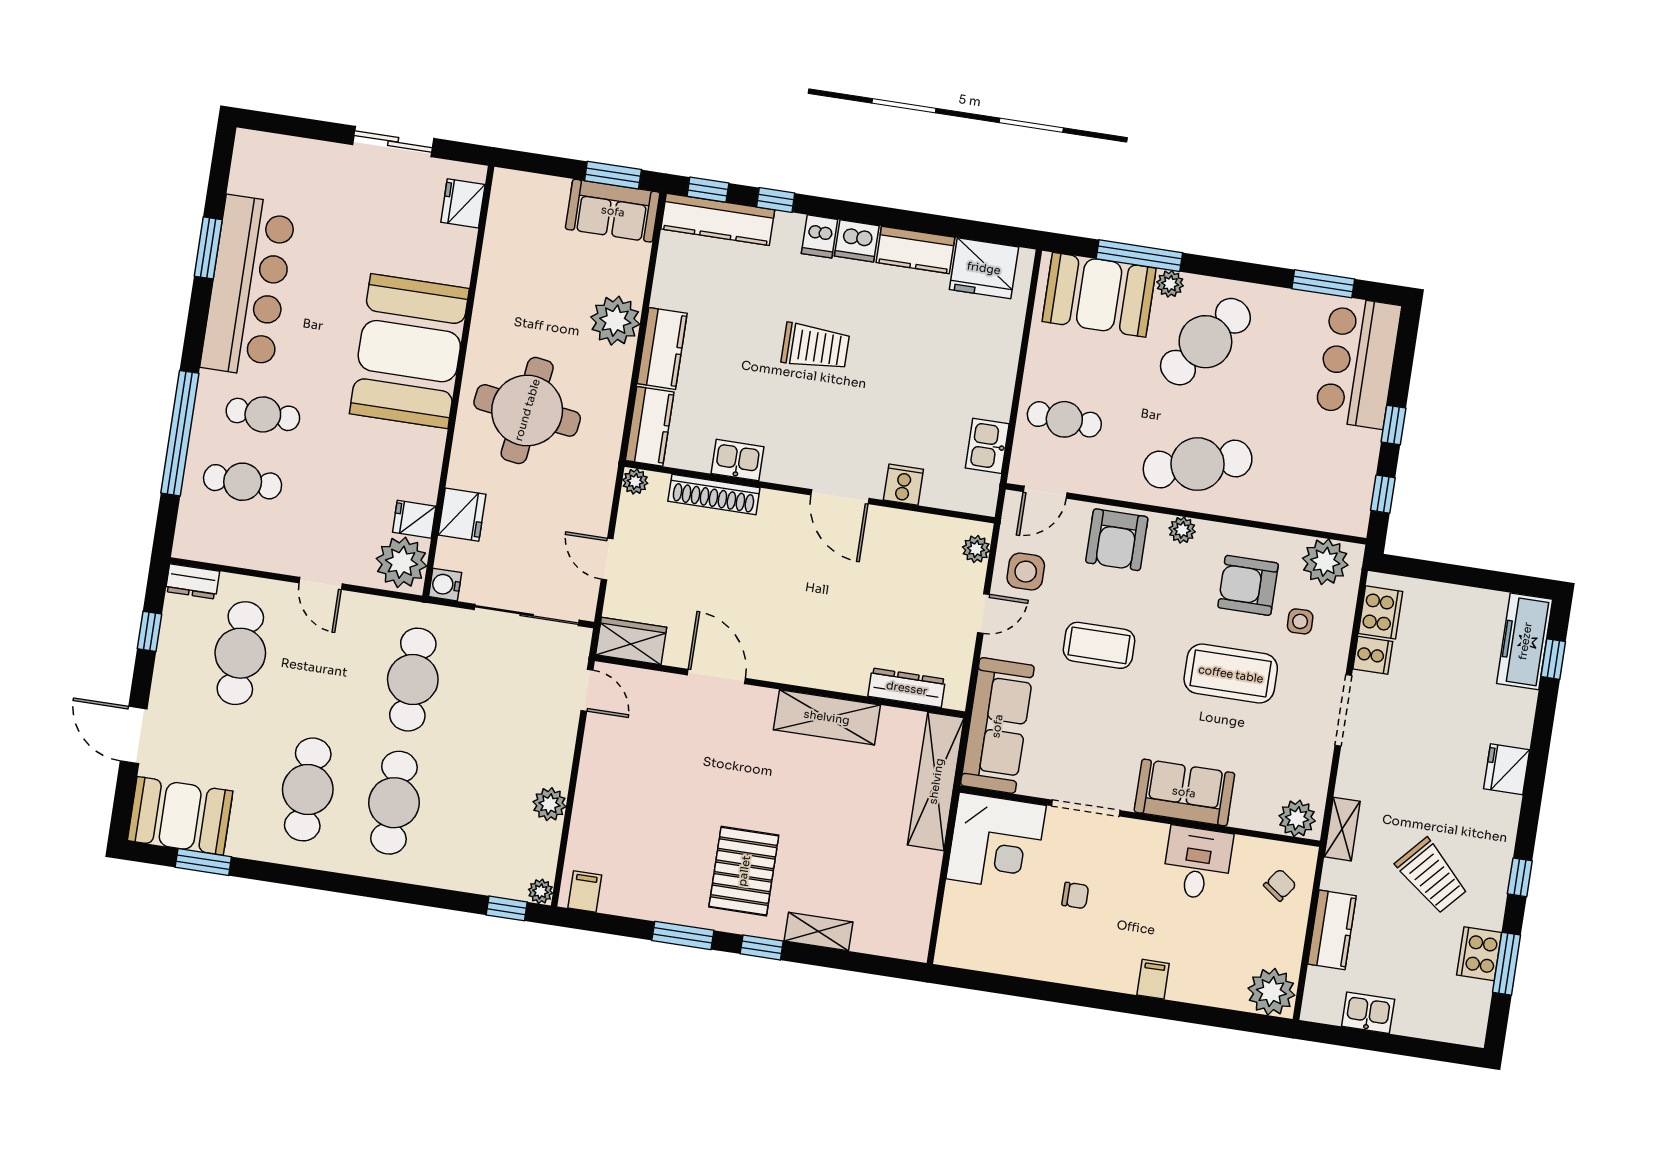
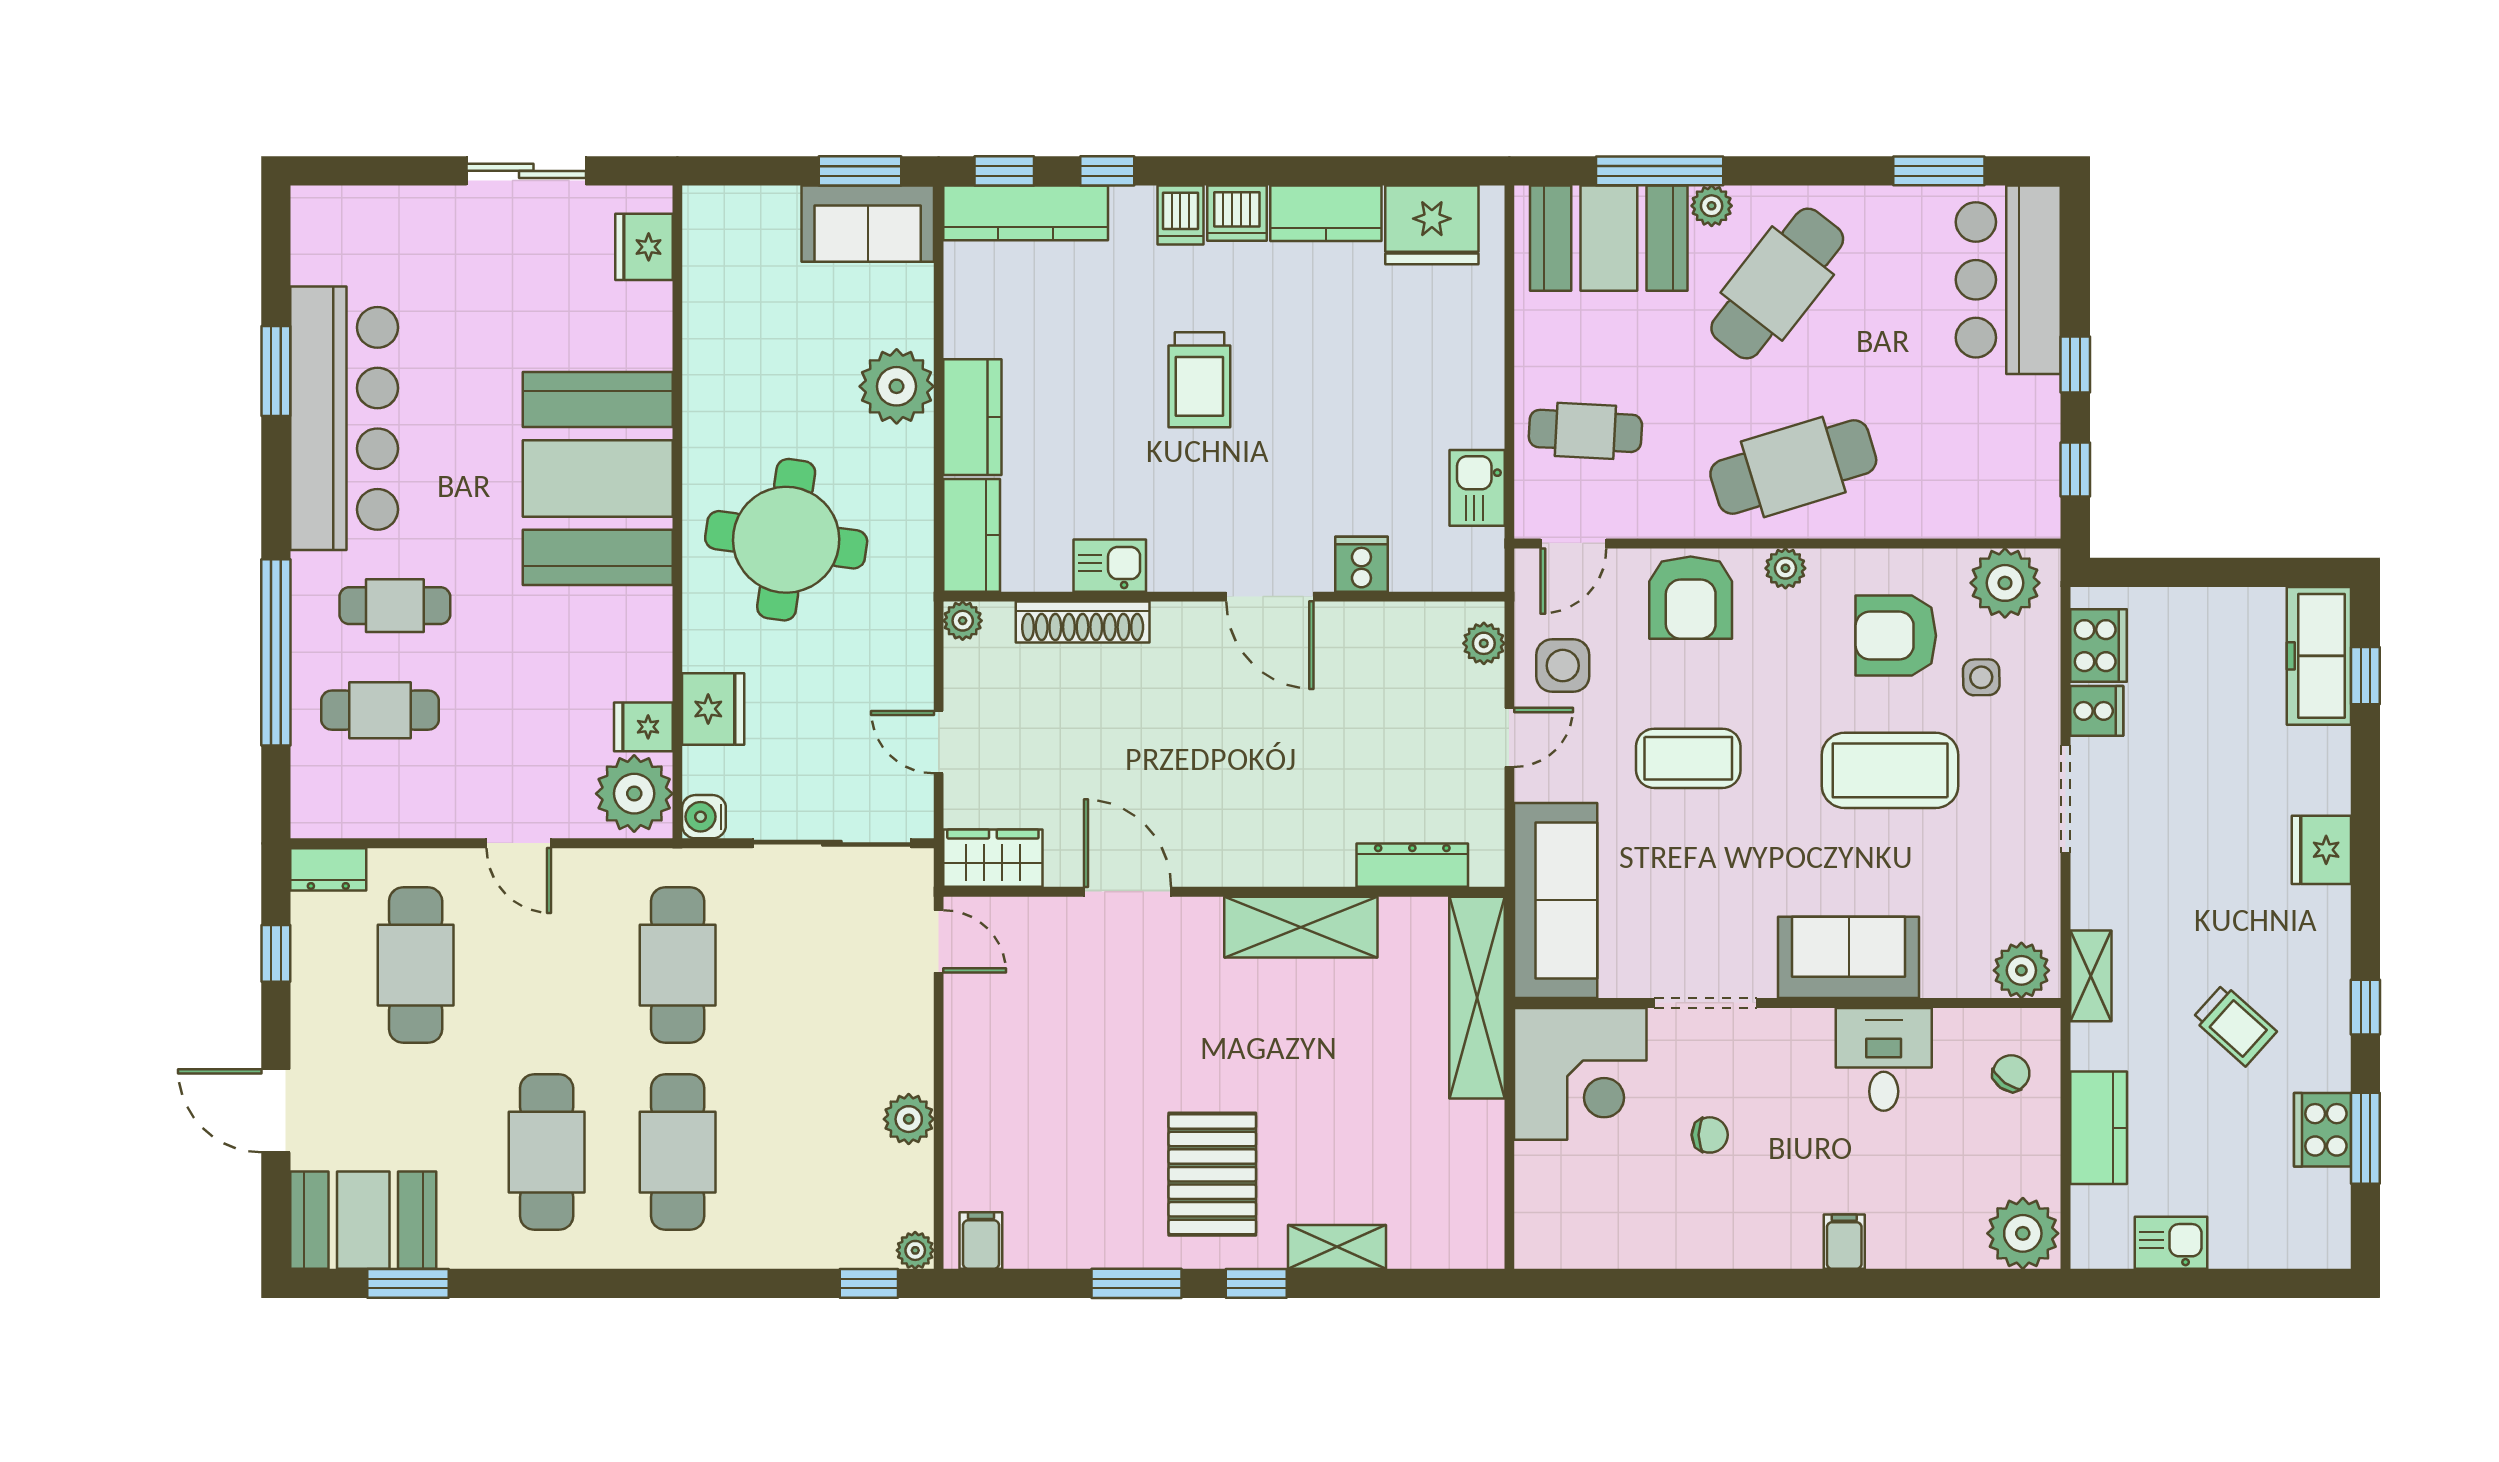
trolley: (815, 347) -> (1199, 380), turned 90
trolley: (1432, 876) -> (2234, 1025), width x0.73, depth x0.72

